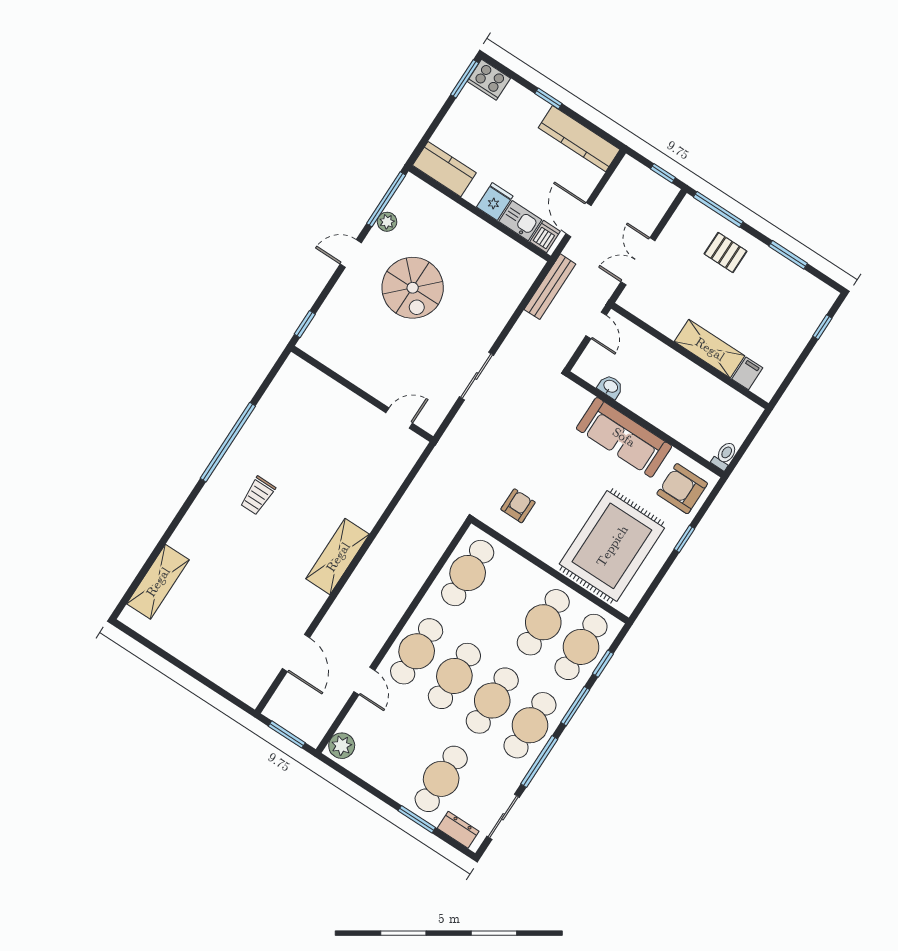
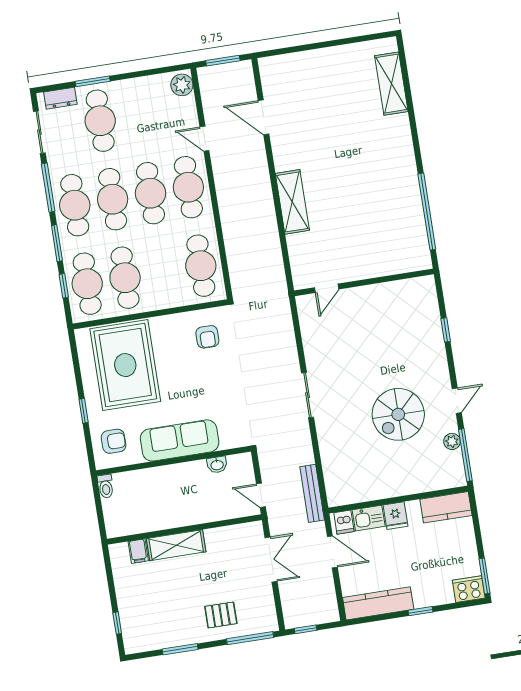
spiral stairs: (413, 288) -> (398, 414), turned -90
wall: (362, 394) -> (364, 282), moved
door: (399, 418) -> (327, 288), moved
armchair: (682, 489) -> (114, 441), width x0.72, depth x0.72
trolley: (258, 496) -> (377, 195), removed

